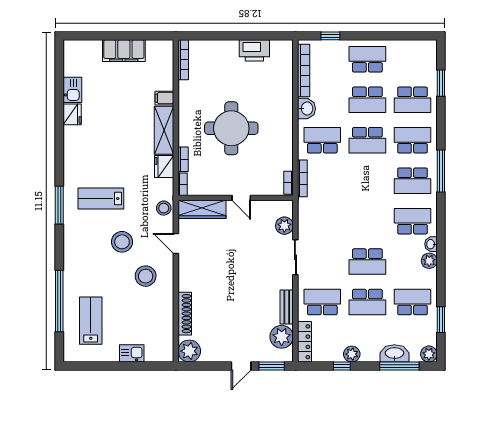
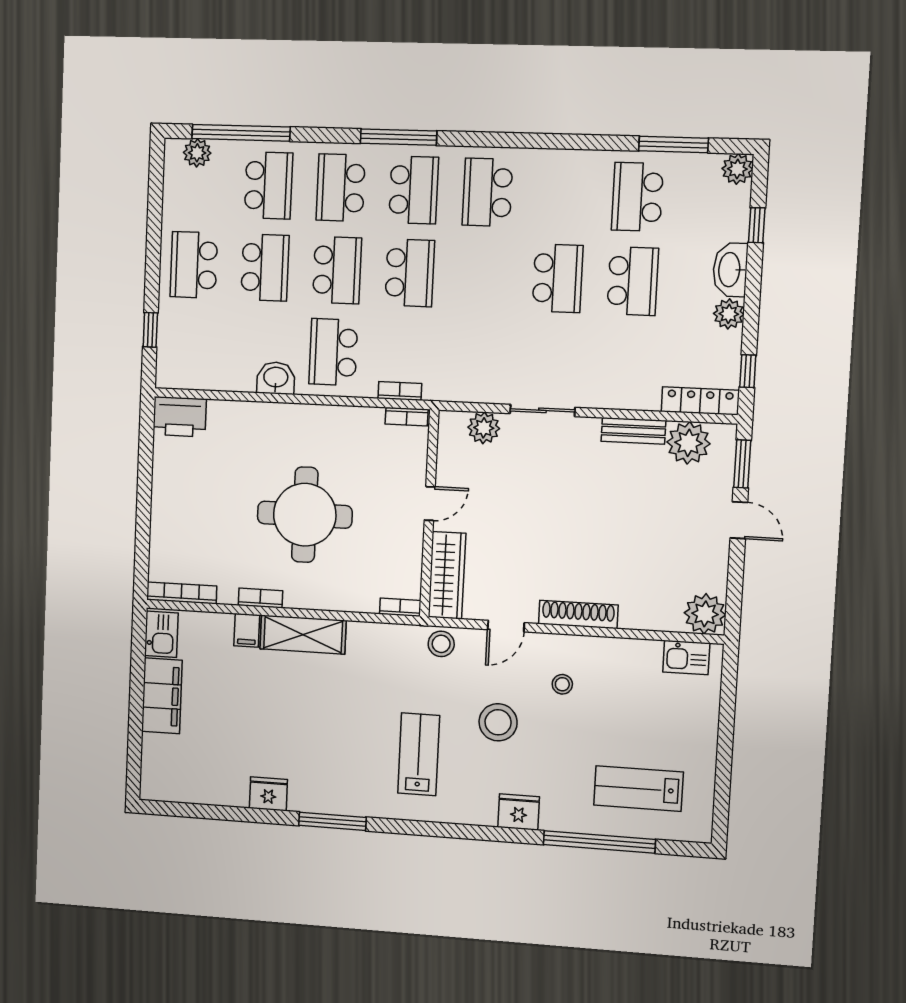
printer: (254, 50) -> (180, 417), moved, turned 90
bookcase: (304, 70) -> (209, 380), removed
window: (441, 83) -> (241, 133), width x2.11
kitchen sink: (72, 90) -> (161, 634), moved, turned 90
bookcase: (183, 159) -> (260, 598), moved
fridge: (164, 167) -> (519, 812), moved, turned 180
bookcase: (302, 178) -> (400, 391), width x0.64
lab bench: (101, 199) -> (419, 754), turned 180
window: (59, 205) -> (332, 821), moved
washbasin: (431, 244) -> (532, 159), removed
plant: (429, 261) -> (197, 153), moved
stool: (146, 276) -> (562, 684), width x0.53, depth x0.53
school desk: (322, 302) -> (410, 273), moved, turned 180
shoe rack: (185, 314) -> (578, 614), moved
window: (441, 320) -> (673, 145), width x1.44
kitchen sink: (132, 353) -> (686, 658), moved, turned -90
washbasin: (394, 353) -> (730, 270), moved
window: (342, 366) -> (748, 371), moved
window: (399, 366) -> (757, 225), width x0.46

